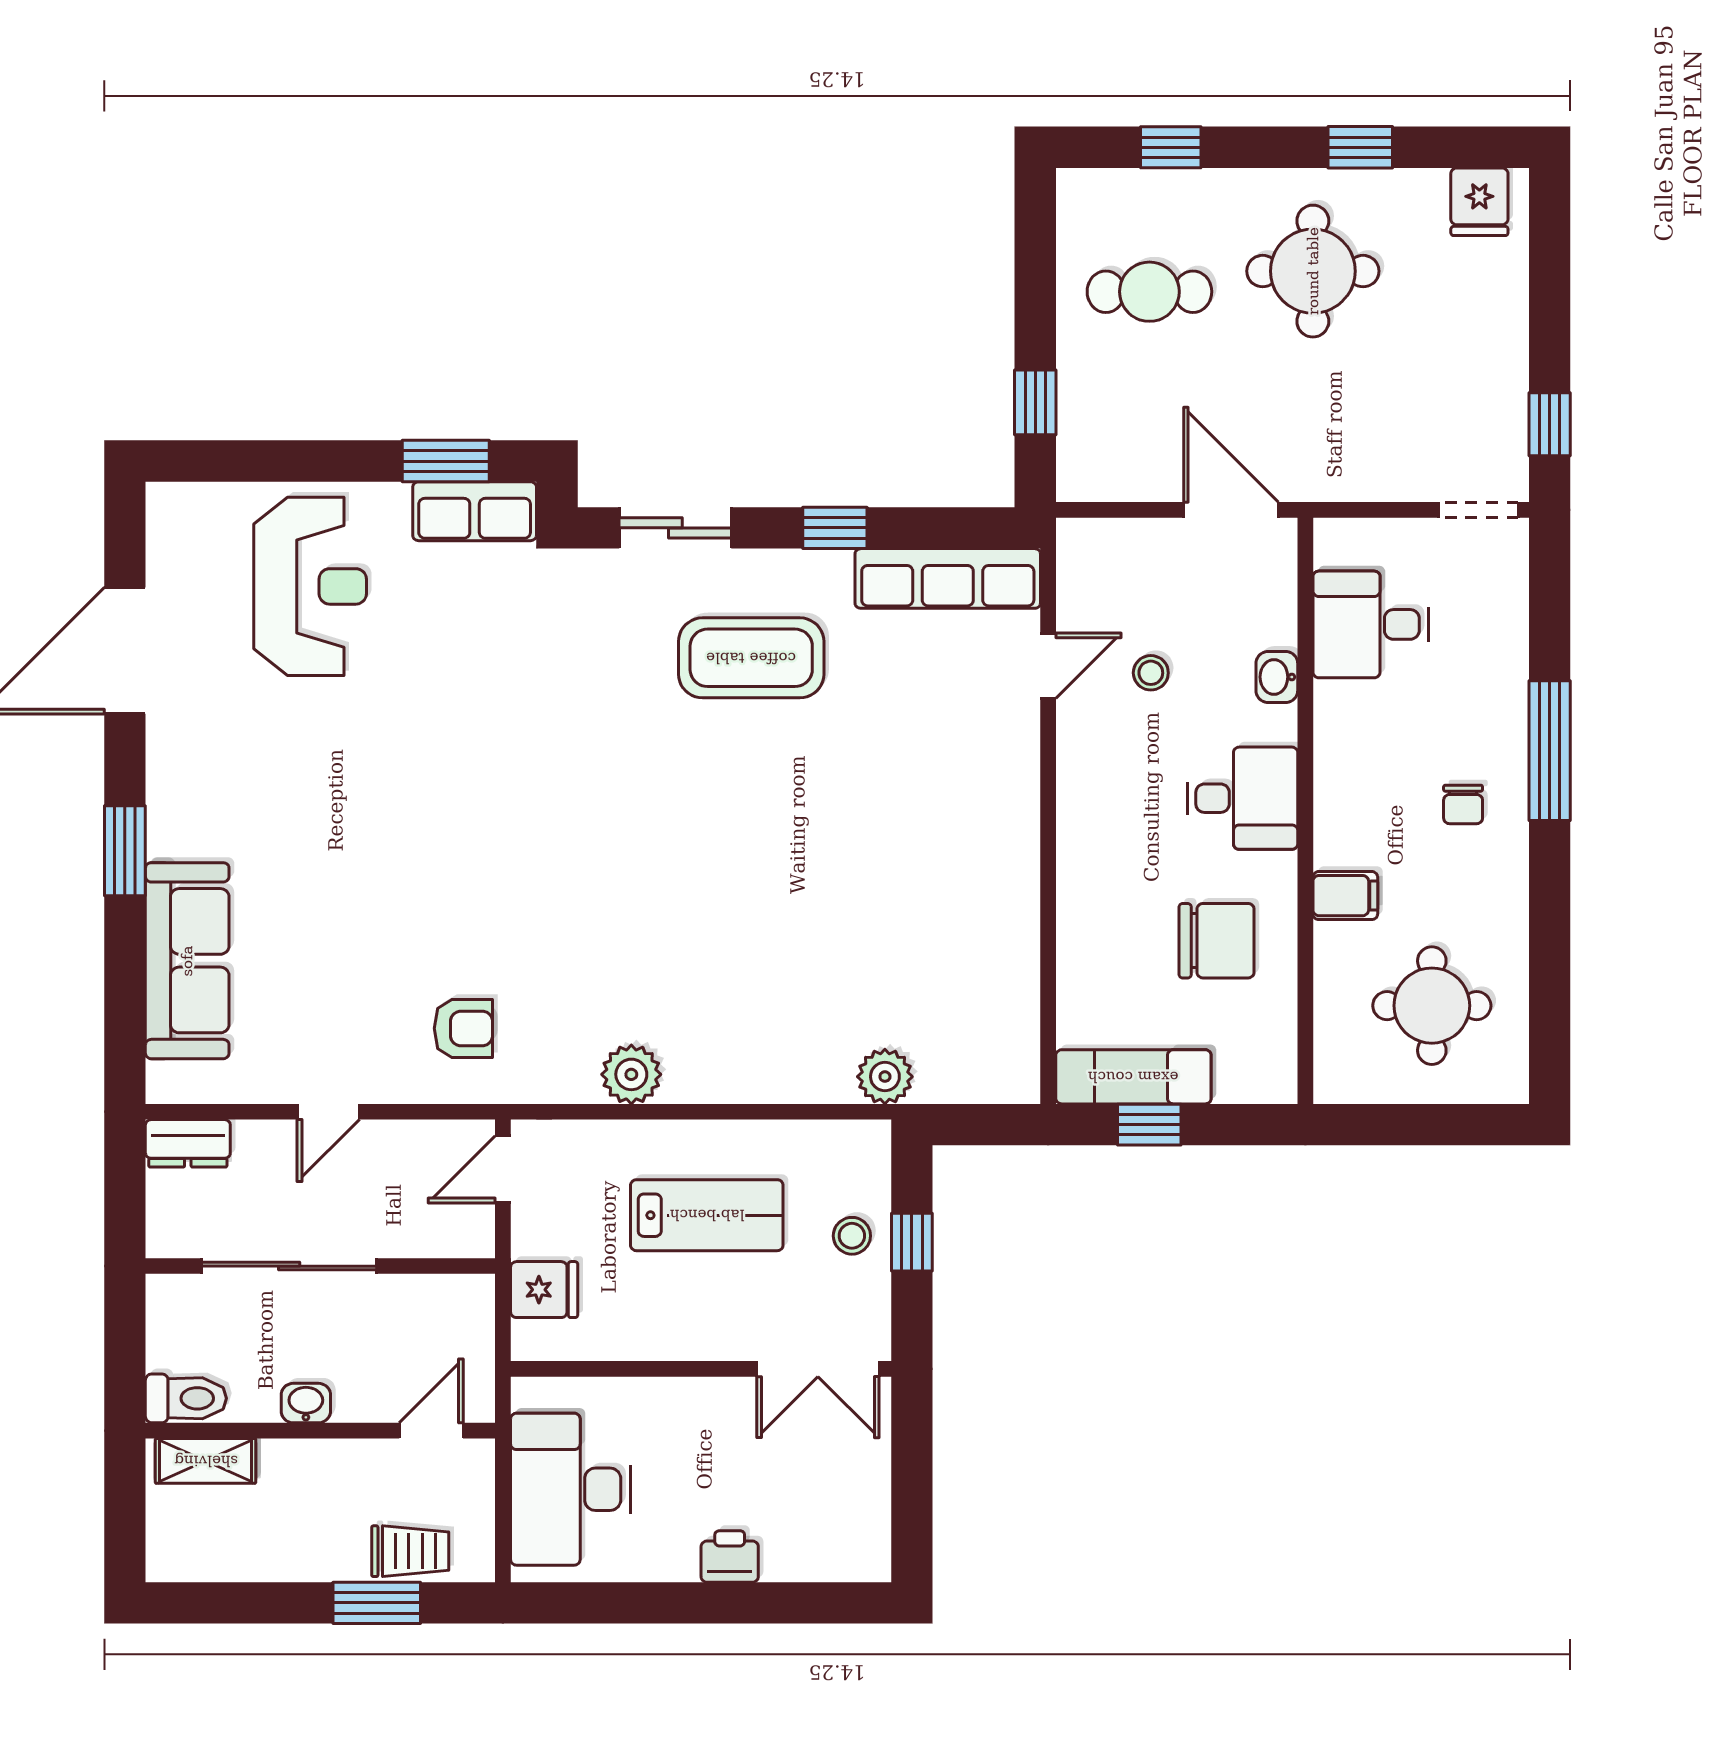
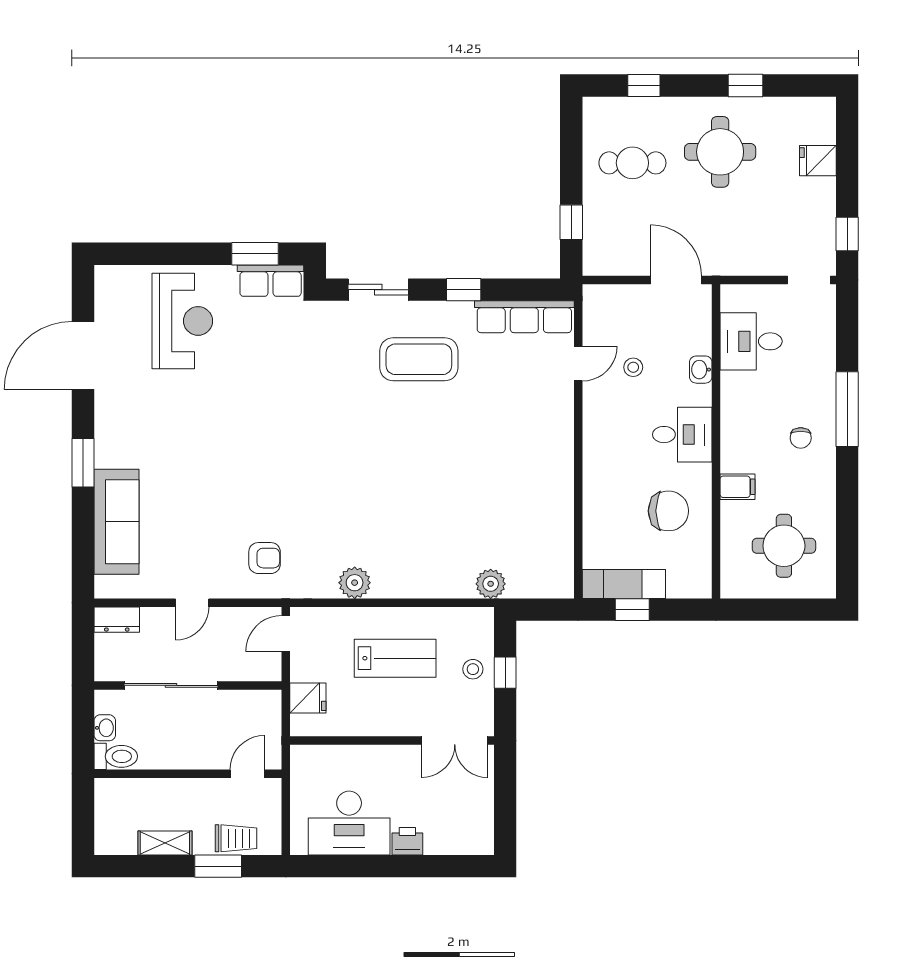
fridge: (1479, 202) -> (818, 161), moved, turned 90
washbasin: (306, 1403) -> (105, 728), moved, turned 90
shelving: (206, 1461) -> (165, 843), moved
desk: (570, 1489) -> (349, 823), moved, turned -90

